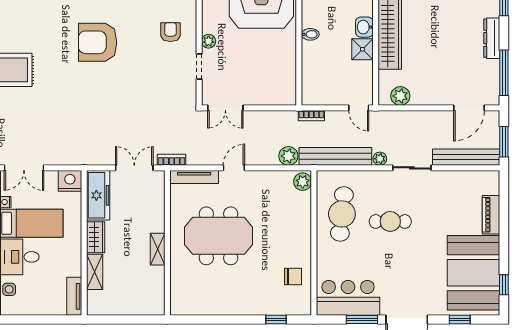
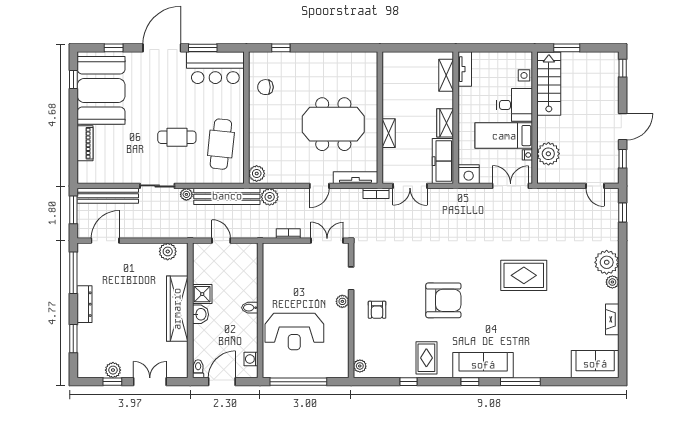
door: (359, 108) -> (221, 241), moved
bookcase: (311, 116) -> (288, 234), moved
shelving: (158, 249) -> (389, 133), moved
shelving: (95, 272) -> (446, 75), moved

